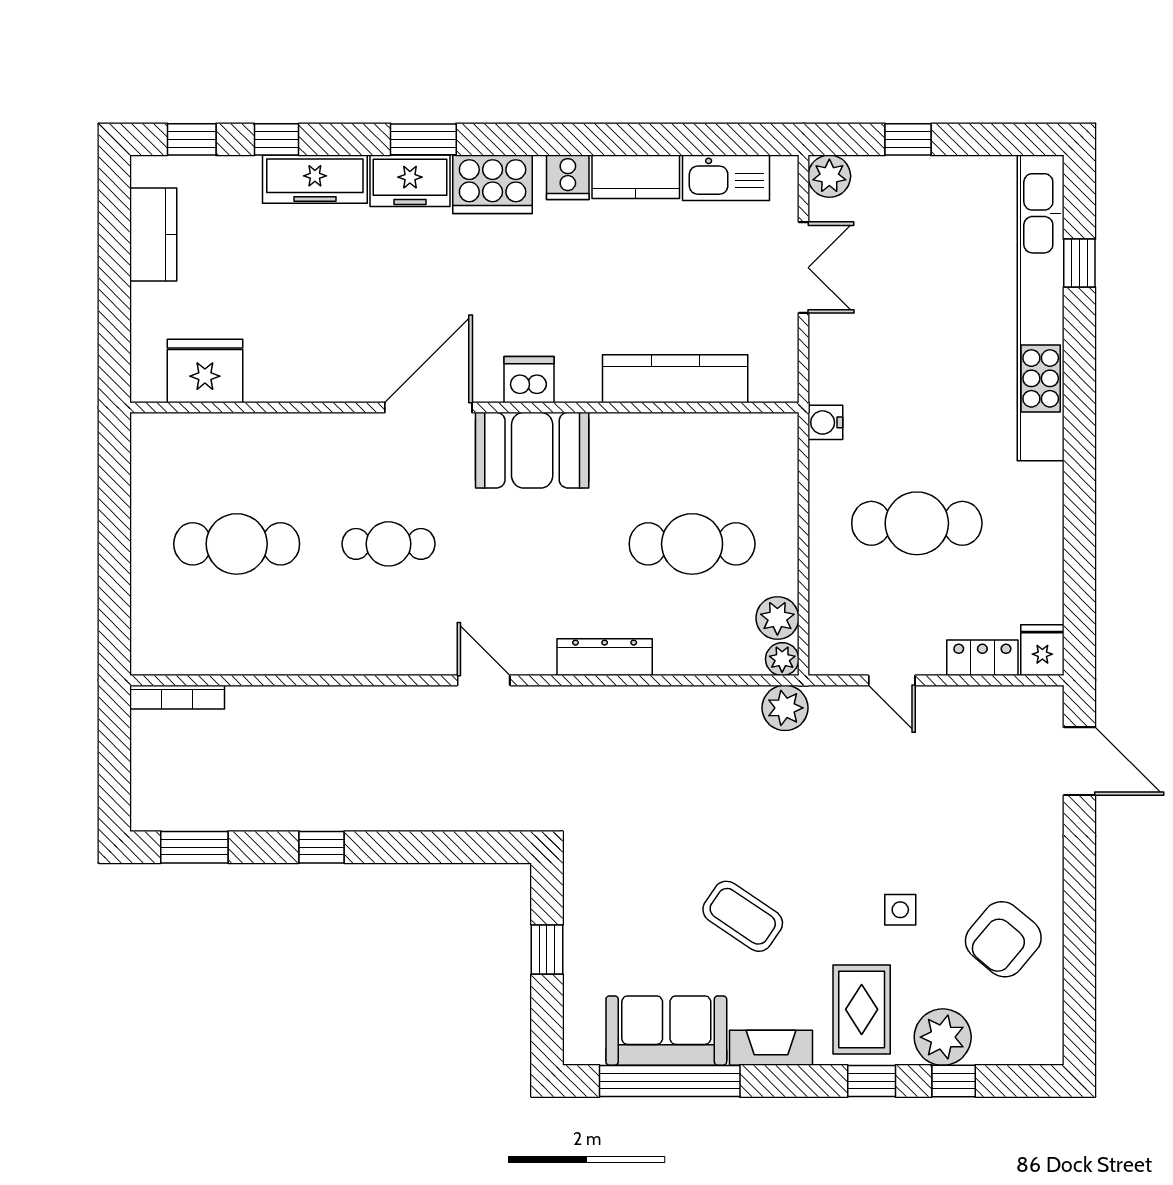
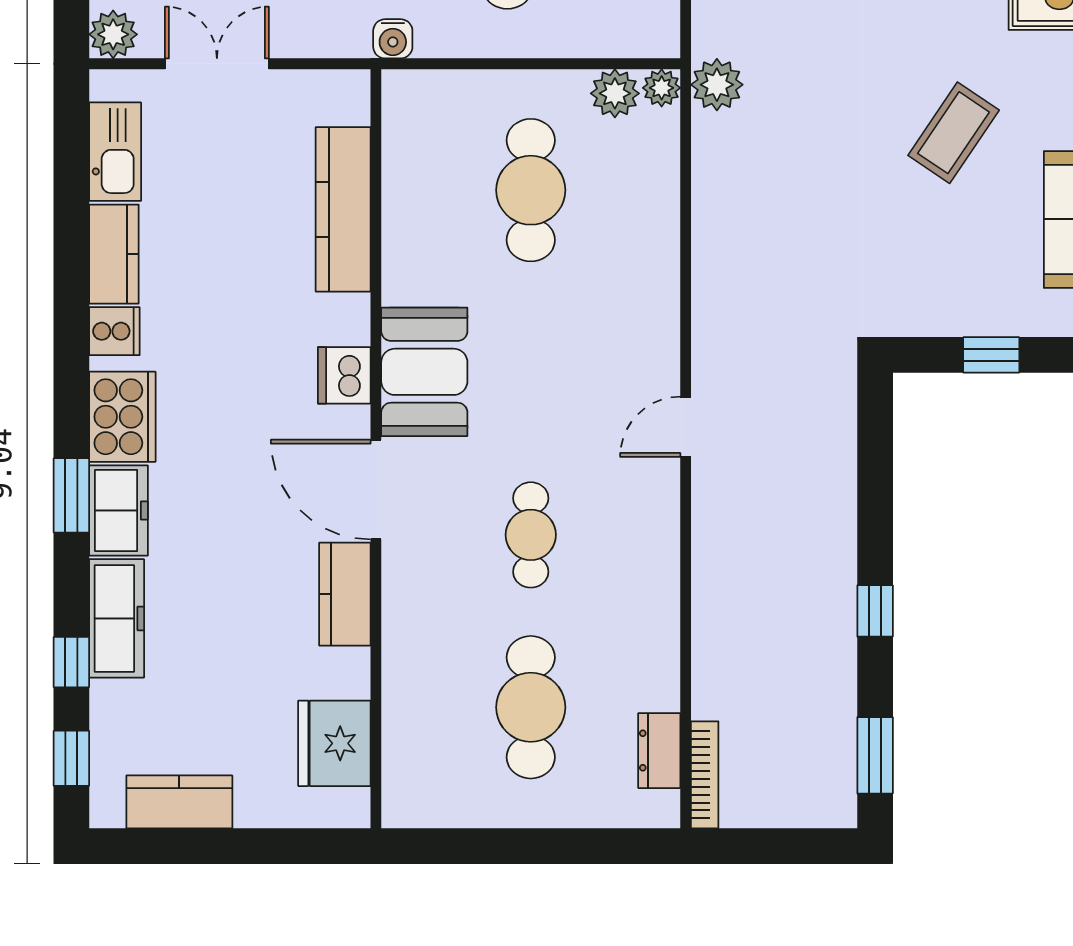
kitchen counter: (336, 380) -> (345, 594), added
dresser: (605, 657) -> (659, 751), moved, width x0.70

